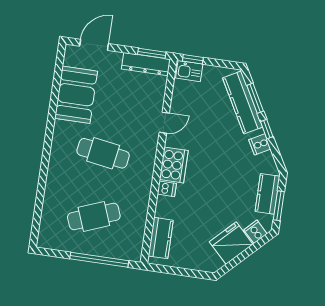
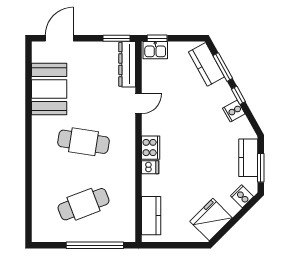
dresser: (146, 64) -> (127, 64), moved, turned 90
kitchen counter: (243, 102) -> (206, 64), width x0.67
cooker: (174, 165) -> (151, 148), width x0.73, depth x0.76
fridge: (231, 243) -> (211, 220), moved

